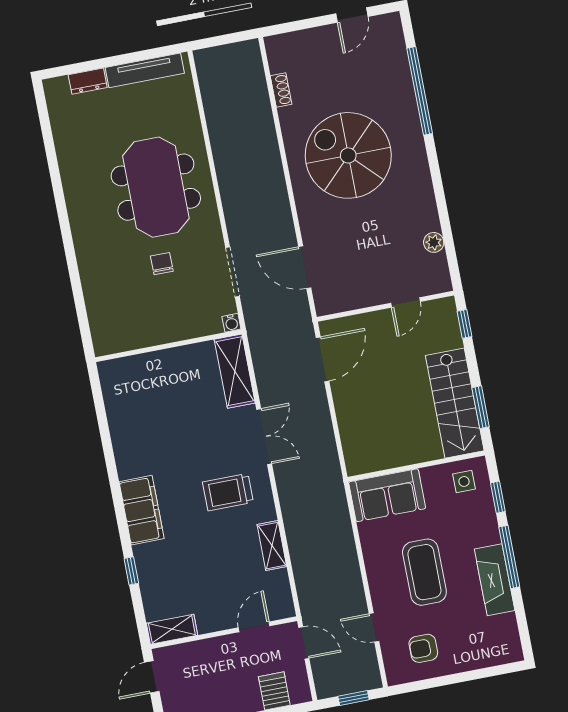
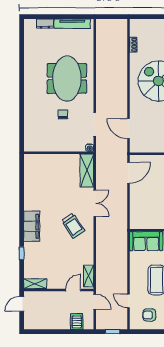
trolley: (228, 492) -> (73, 226), turned -124
shelving: (272, 546) -> (89, 276), moved

